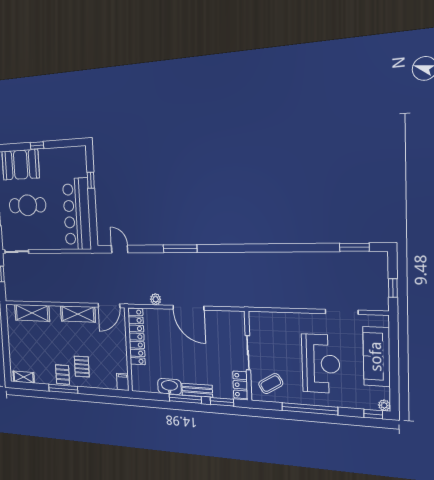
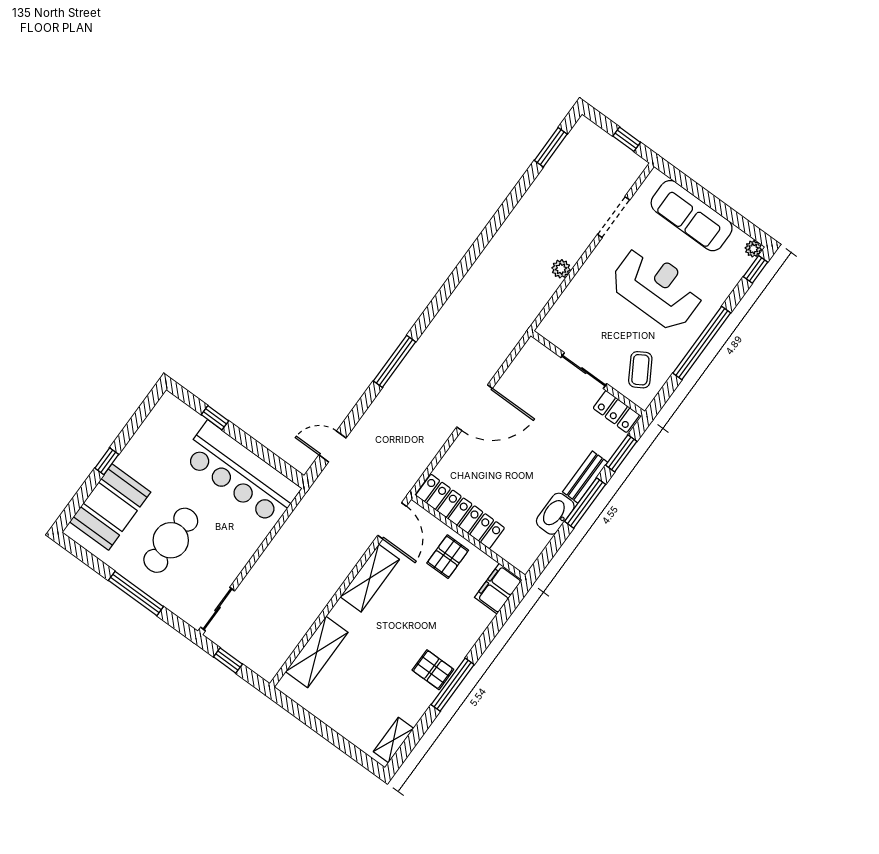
plant: (156, 299) -> (561, 269), moved
pallet: (82, 367) -> (448, 557), moved, turned 90
filing cabinet: (123, 382) -> (498, 589), width x2.00

